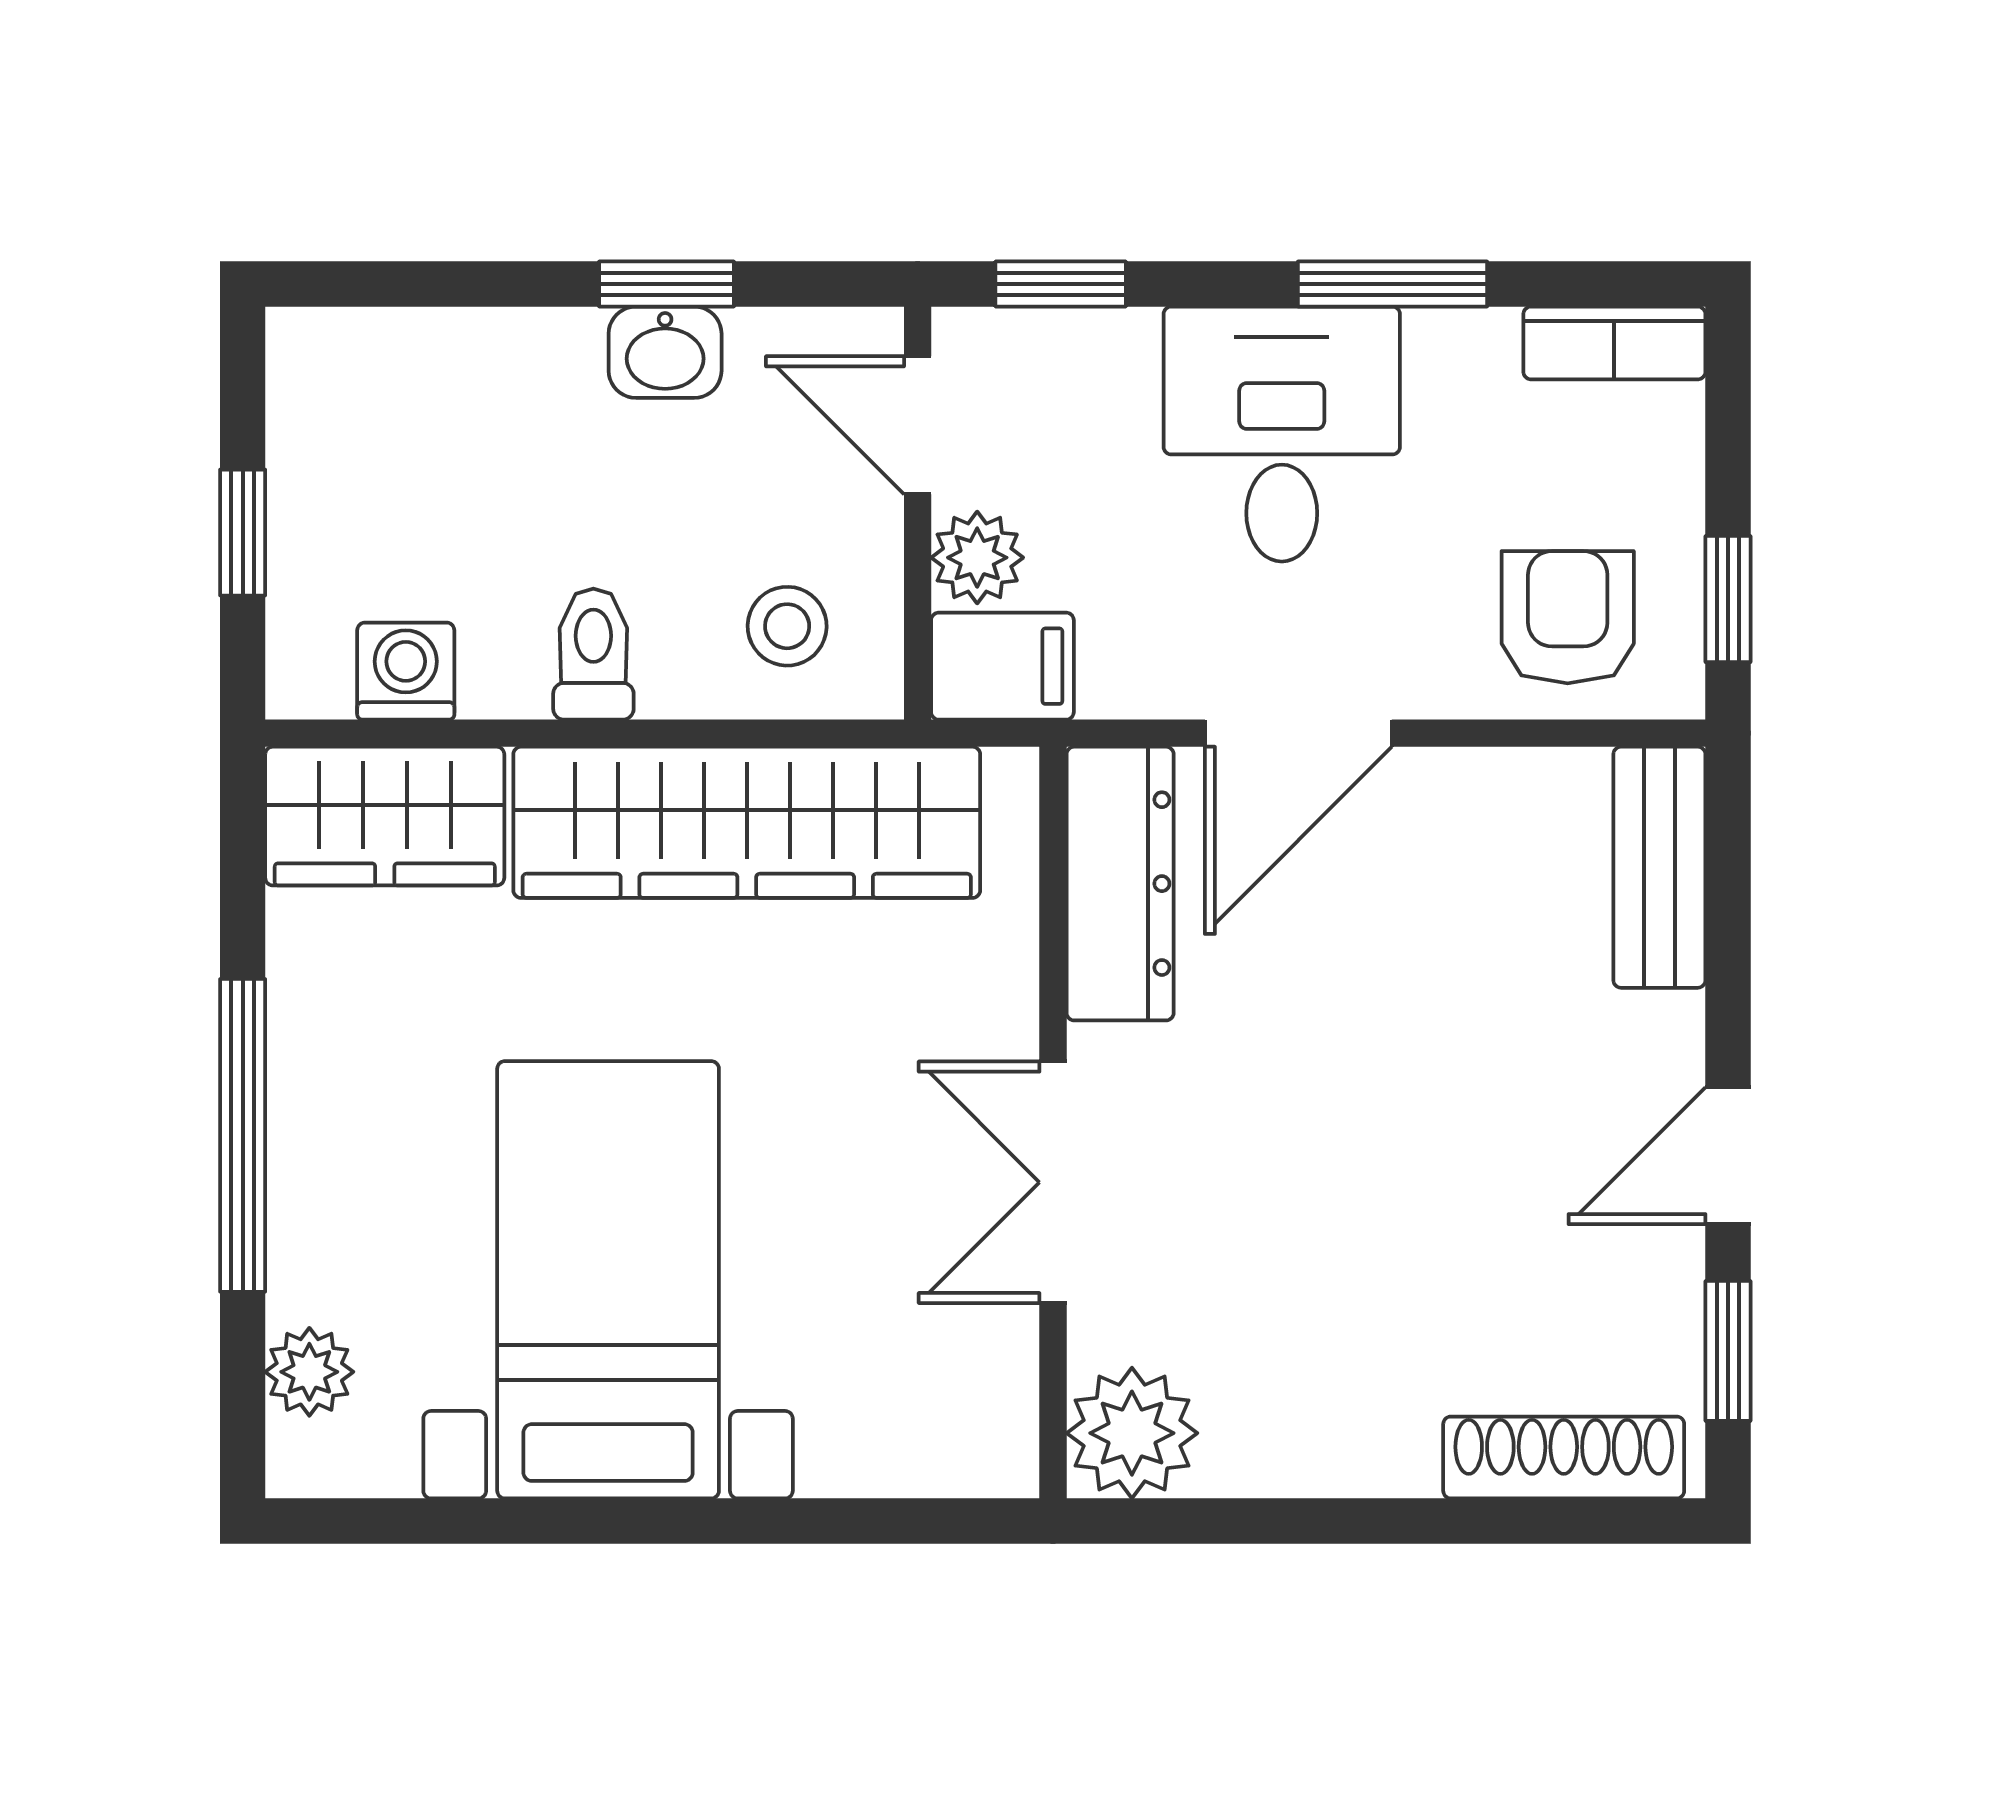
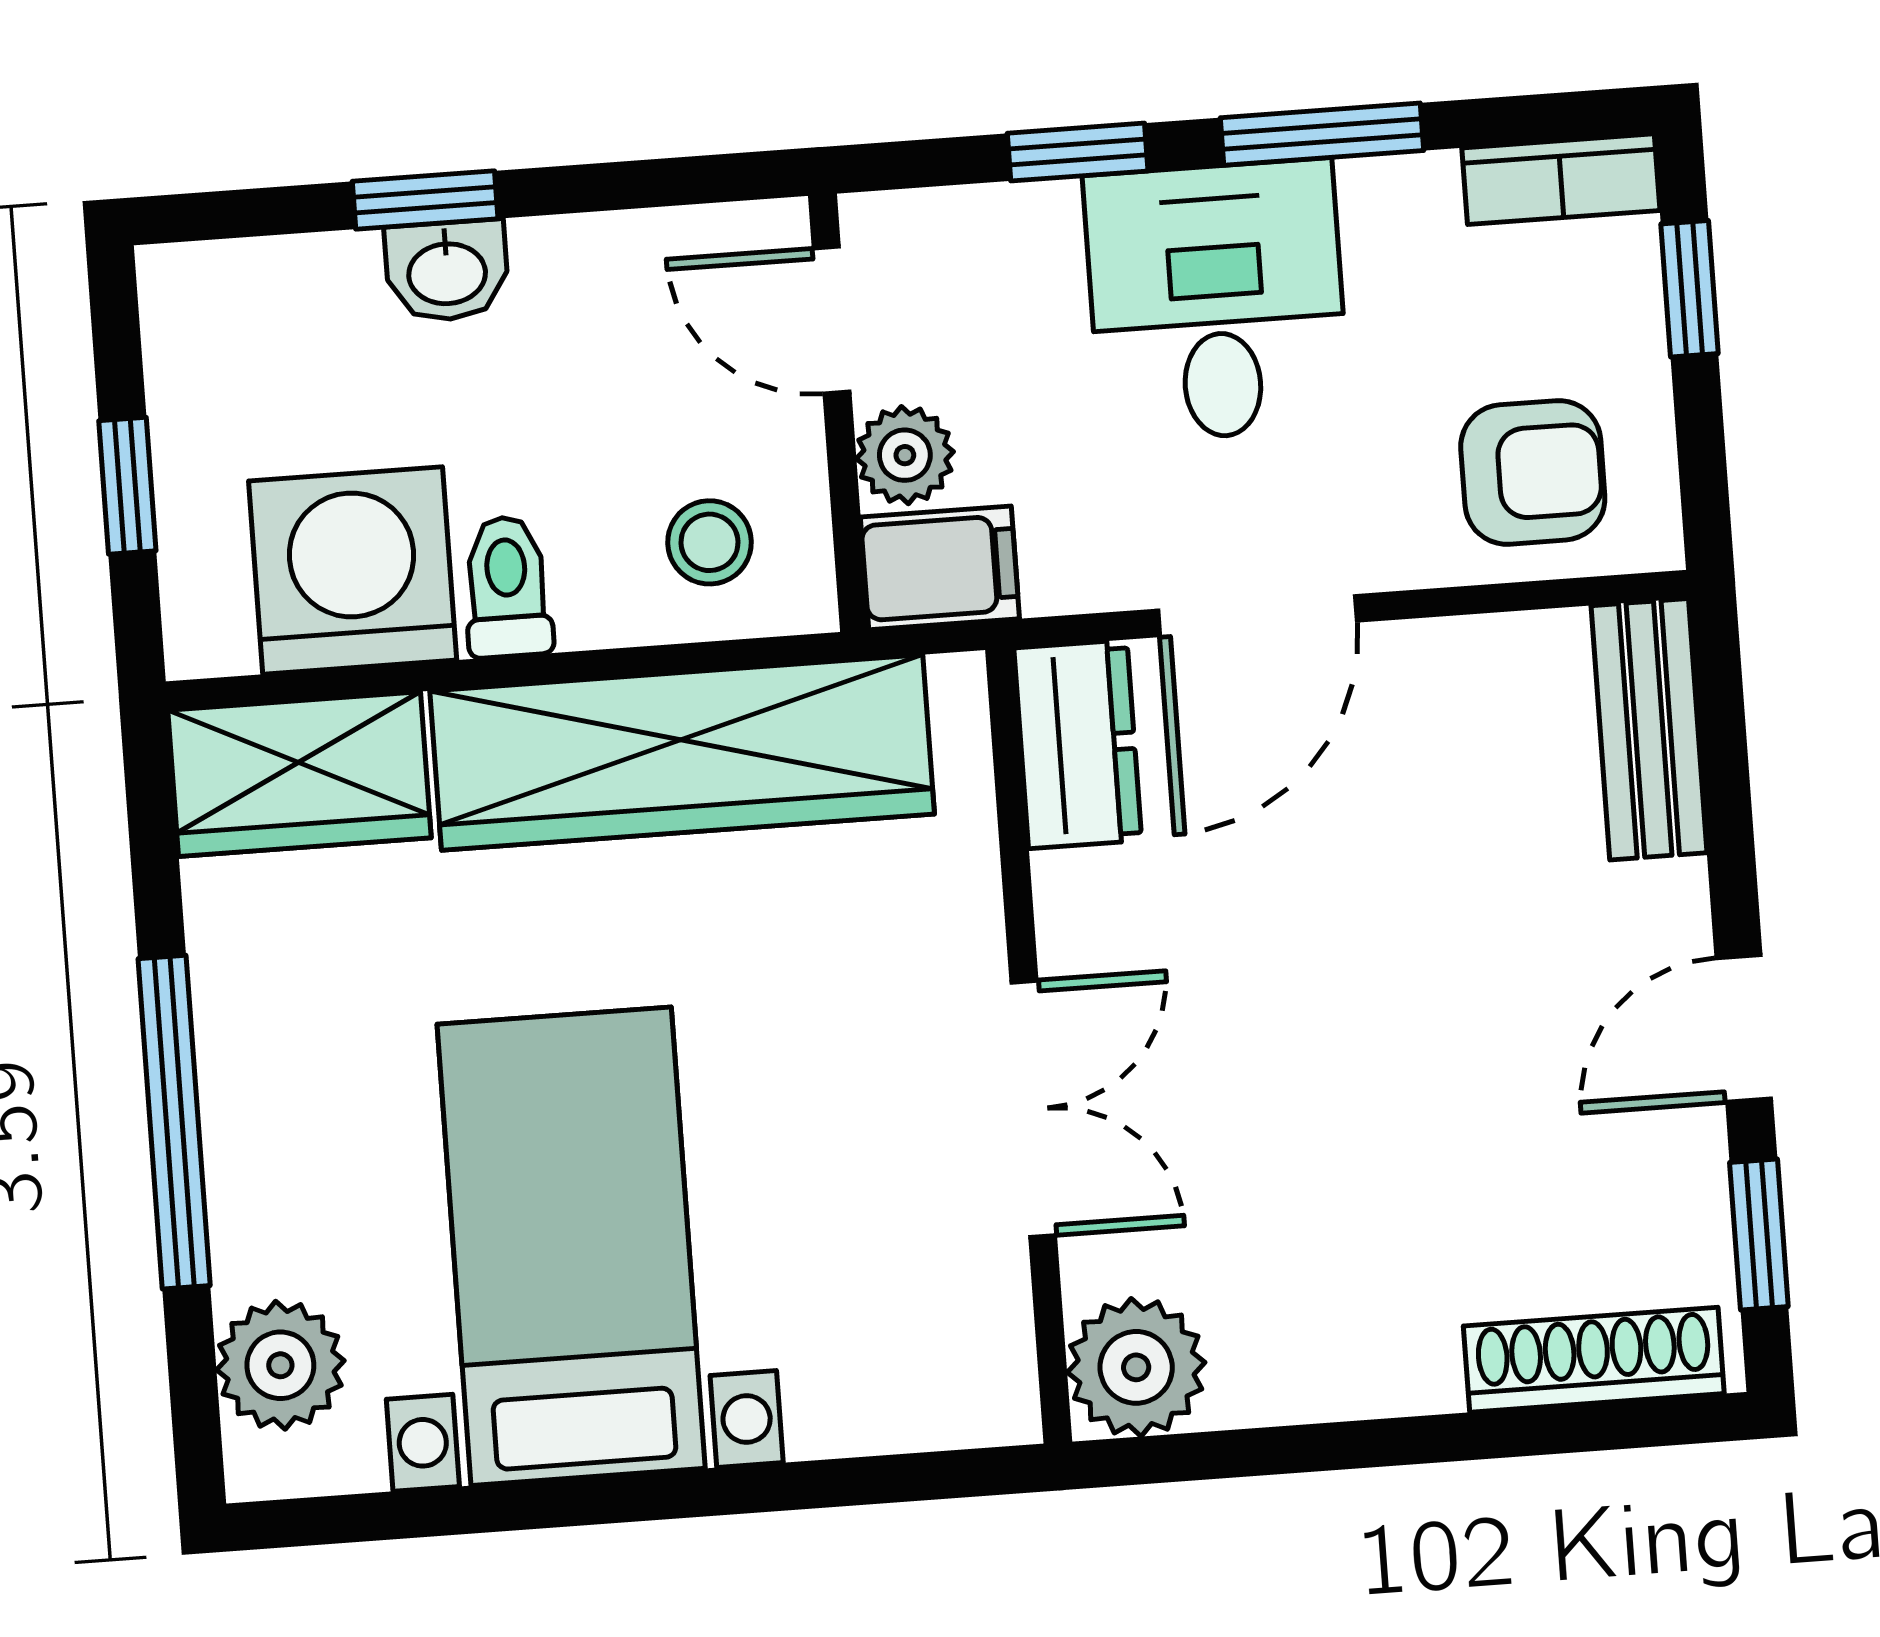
window: (666, 284) -> (425, 200), moved
window: (1061, 284) -> (1078, 152), moved
washbasin: (665, 352) -> (447, 271), moved
window: (1728, 599) -> (1689, 289), moved
armchair: (1568, 617) -> (1533, 472), turned 90
washing machine: (406, 671) -> (353, 570), width x1.89, depth x1.89
dresser: (1120, 884) -> (1078, 744), width x0.70
double door: (1053, 1182) -> (1033, 1109), swing flipped
plant: (309, 1372) -> (280, 1365), width x1.38, depth x1.38

